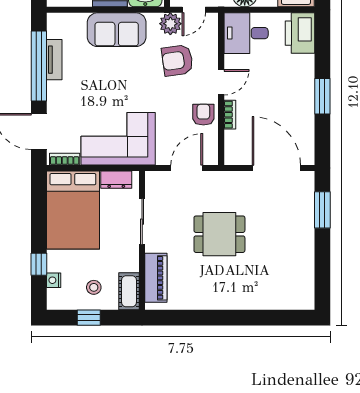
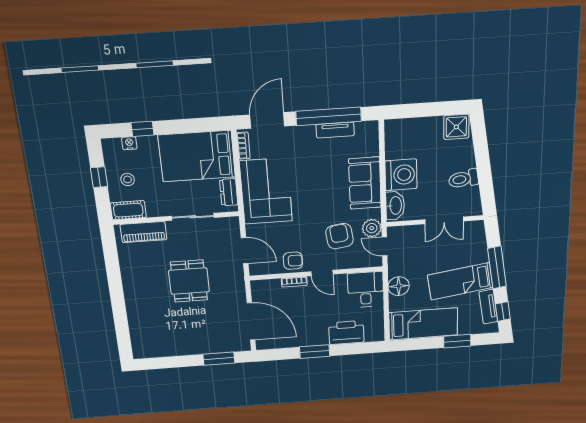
printer: (300, 33) -> (346, 333), moved
door: (276, 168) -> (251, 321), hinge flipped

